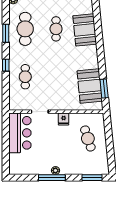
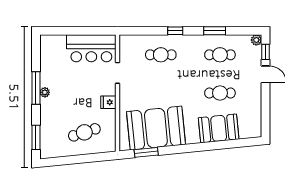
cafe table: (25, 29) -> (220, 55), width x0.73, depth x0.74
booth: (90, 86) -> (156, 128), width x1.36, depth x1.42

